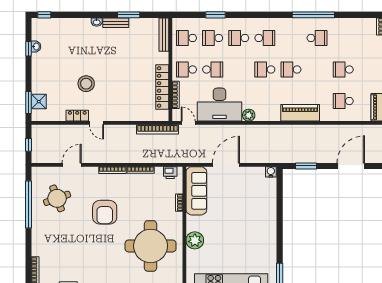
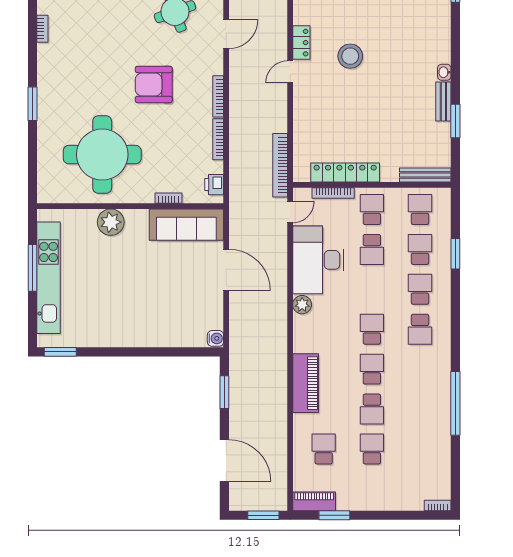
school desk: (317, 38) -> (372, 409), moved
door: (72, 165) -> (226, 34), hinge flipped

